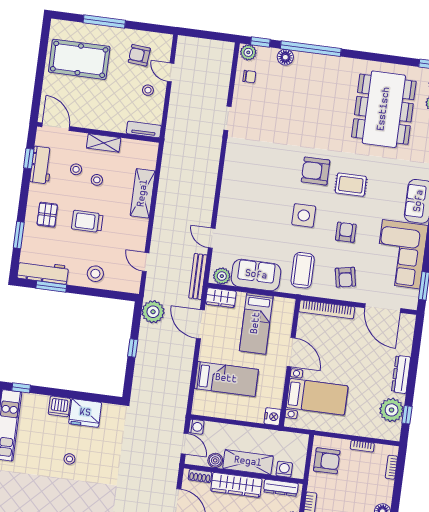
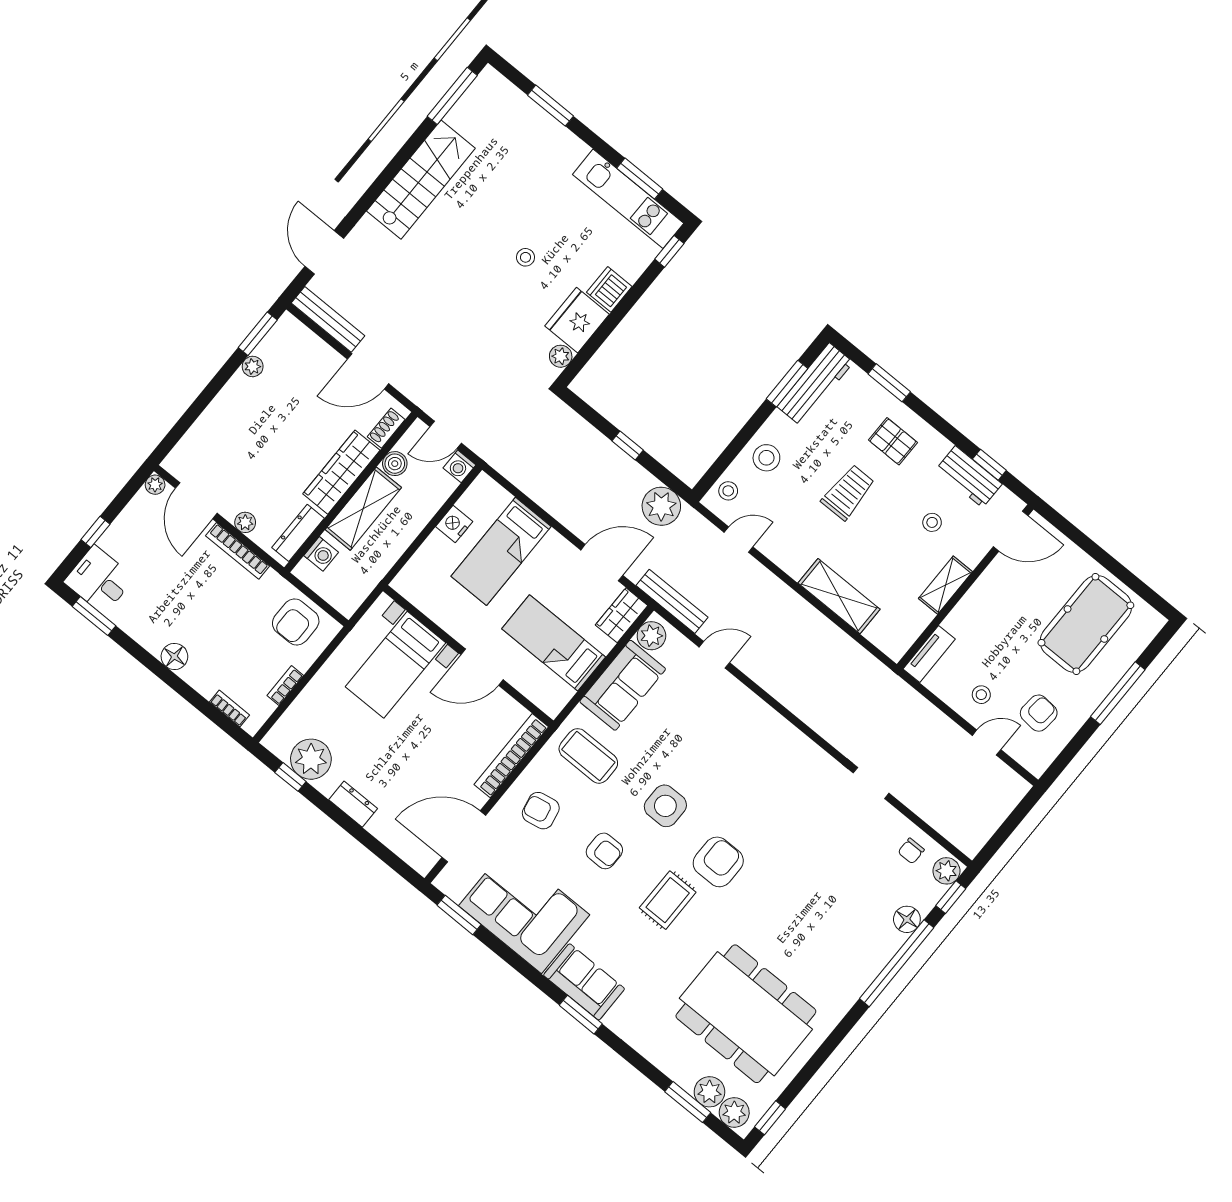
stool: (97, 180) -> (728, 491), moved
dresser: (401, 374) -> (353, 804), width x0.70
plant: (109, 410) -> (561, 356), added
nightstand: (273, 417) -> (454, 524), moved, turned 90

